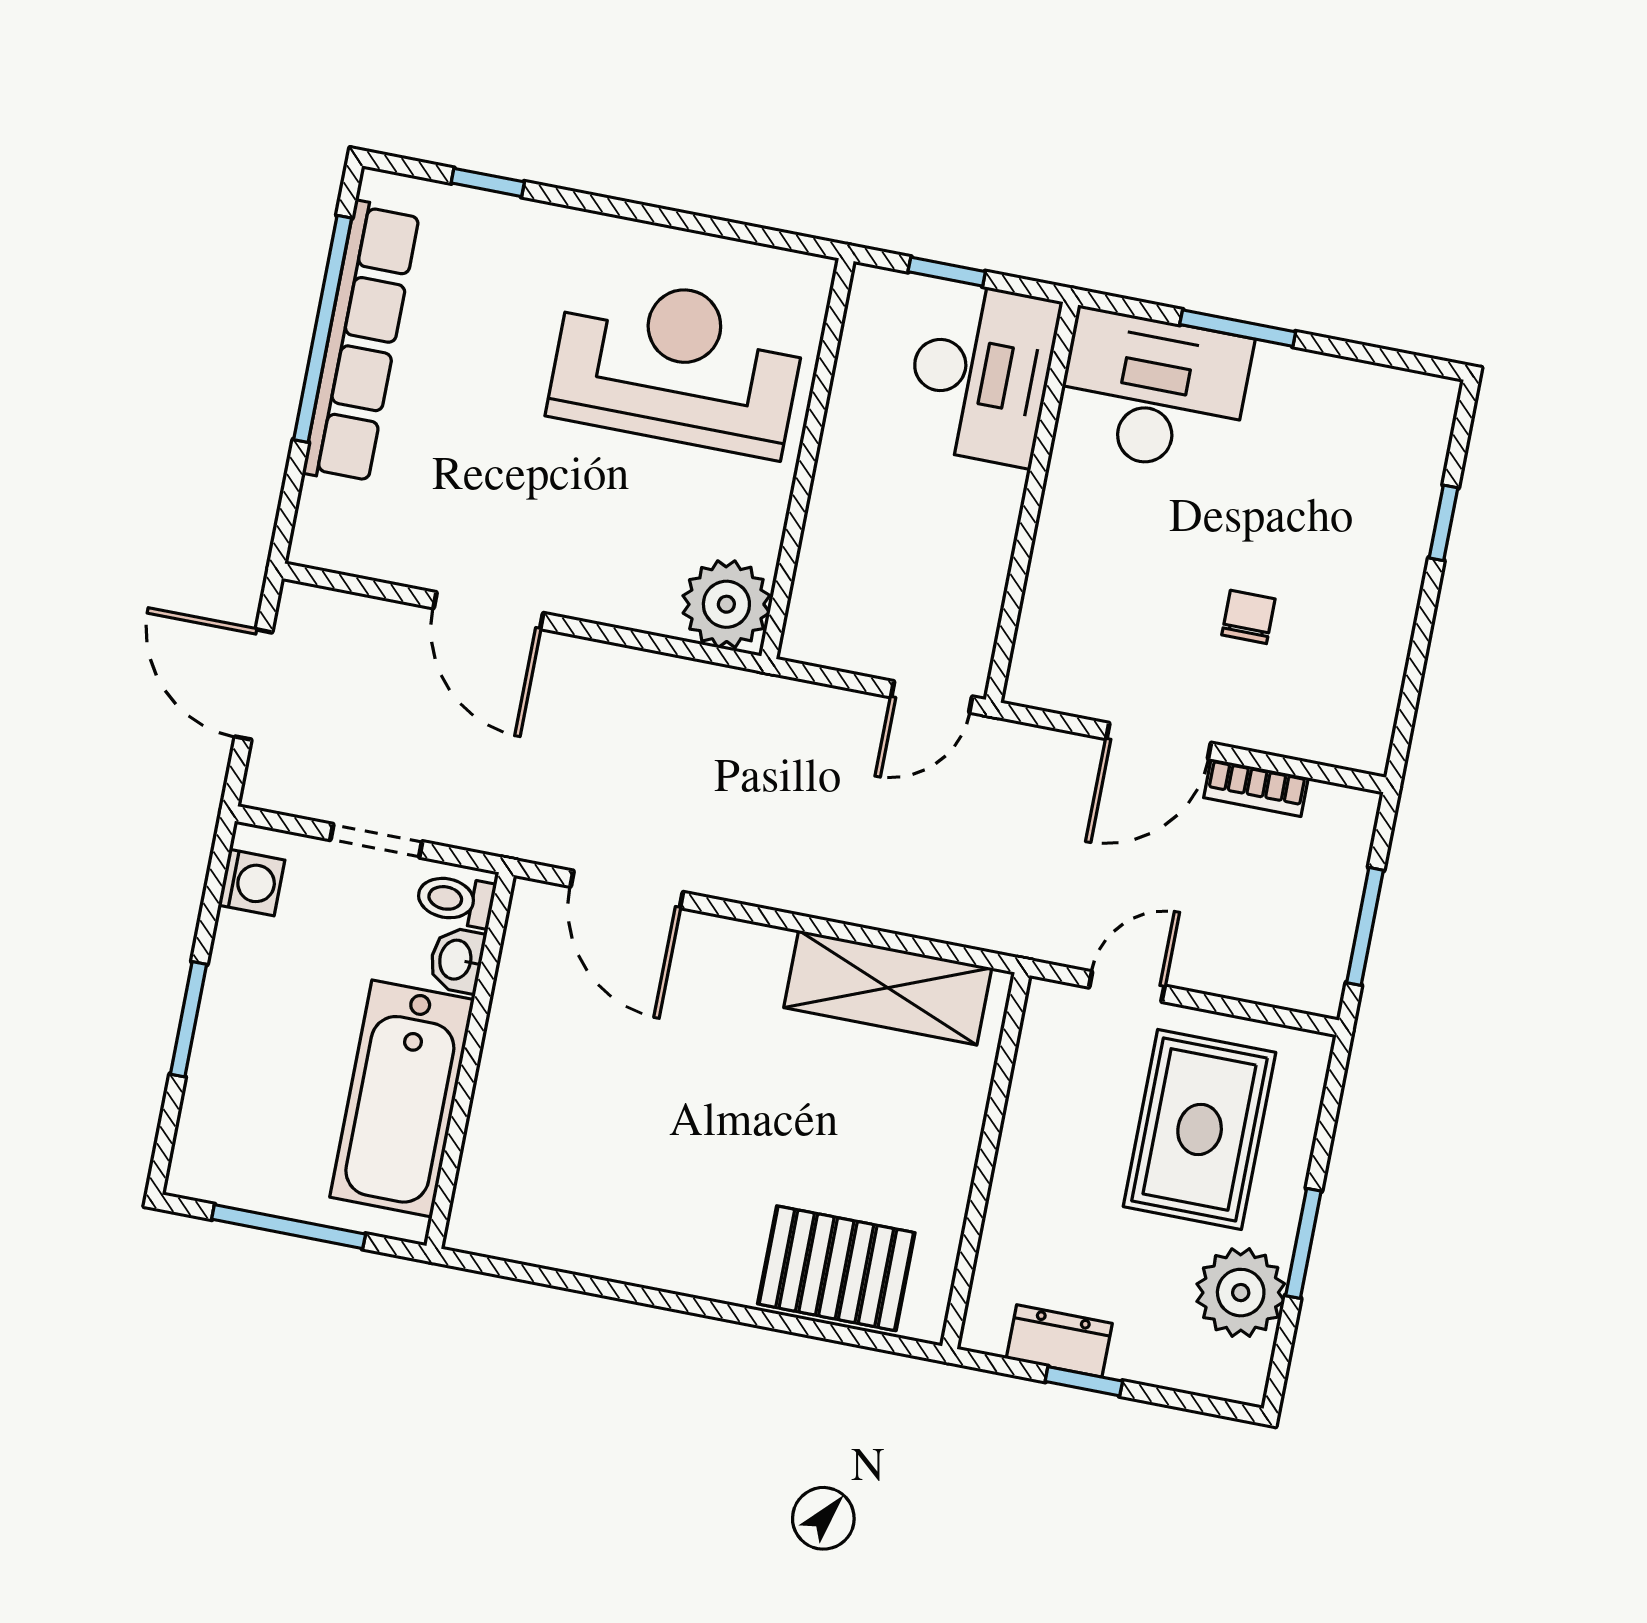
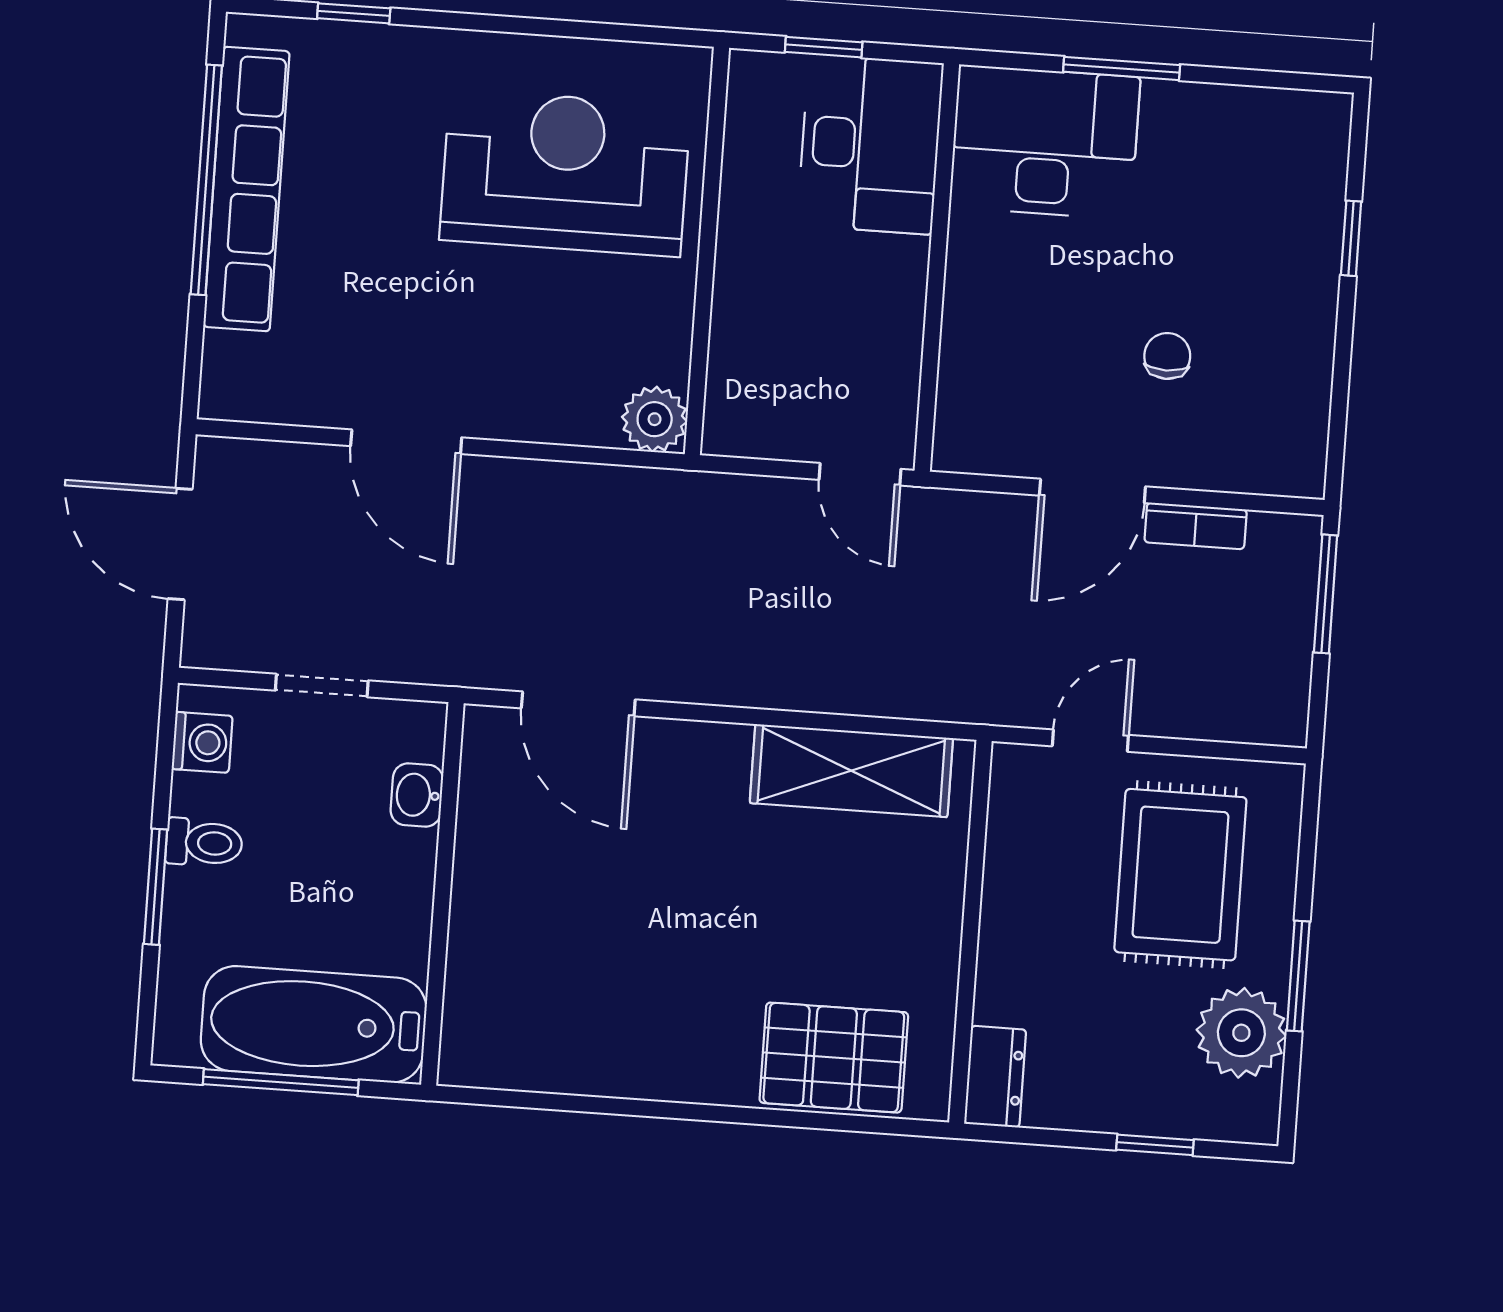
plant: (726, 604) -> (655, 419), width x0.73, depth x0.73
door: (932, 697) -> (860, 474), hinge flipped
toilet: (456, 900) -> (204, 843), moved, turned 180
window: (1365, 926) -> (1326, 594), moved
bathtub: (402, 1098) -> (314, 1024), moved, turned 90
dresser: (1059, 1341) -> (995, 1077), moved, turned 90
window: (1084, 1381) -> (1155, 1145), moved

